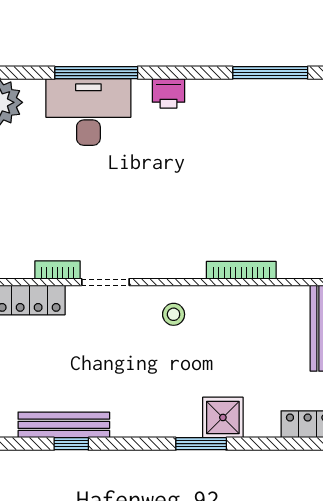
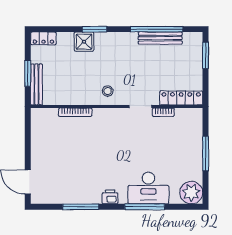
window: (270, 73) -> (81, 207), moved
window: (71, 444) -> (157, 29), width x3.17

